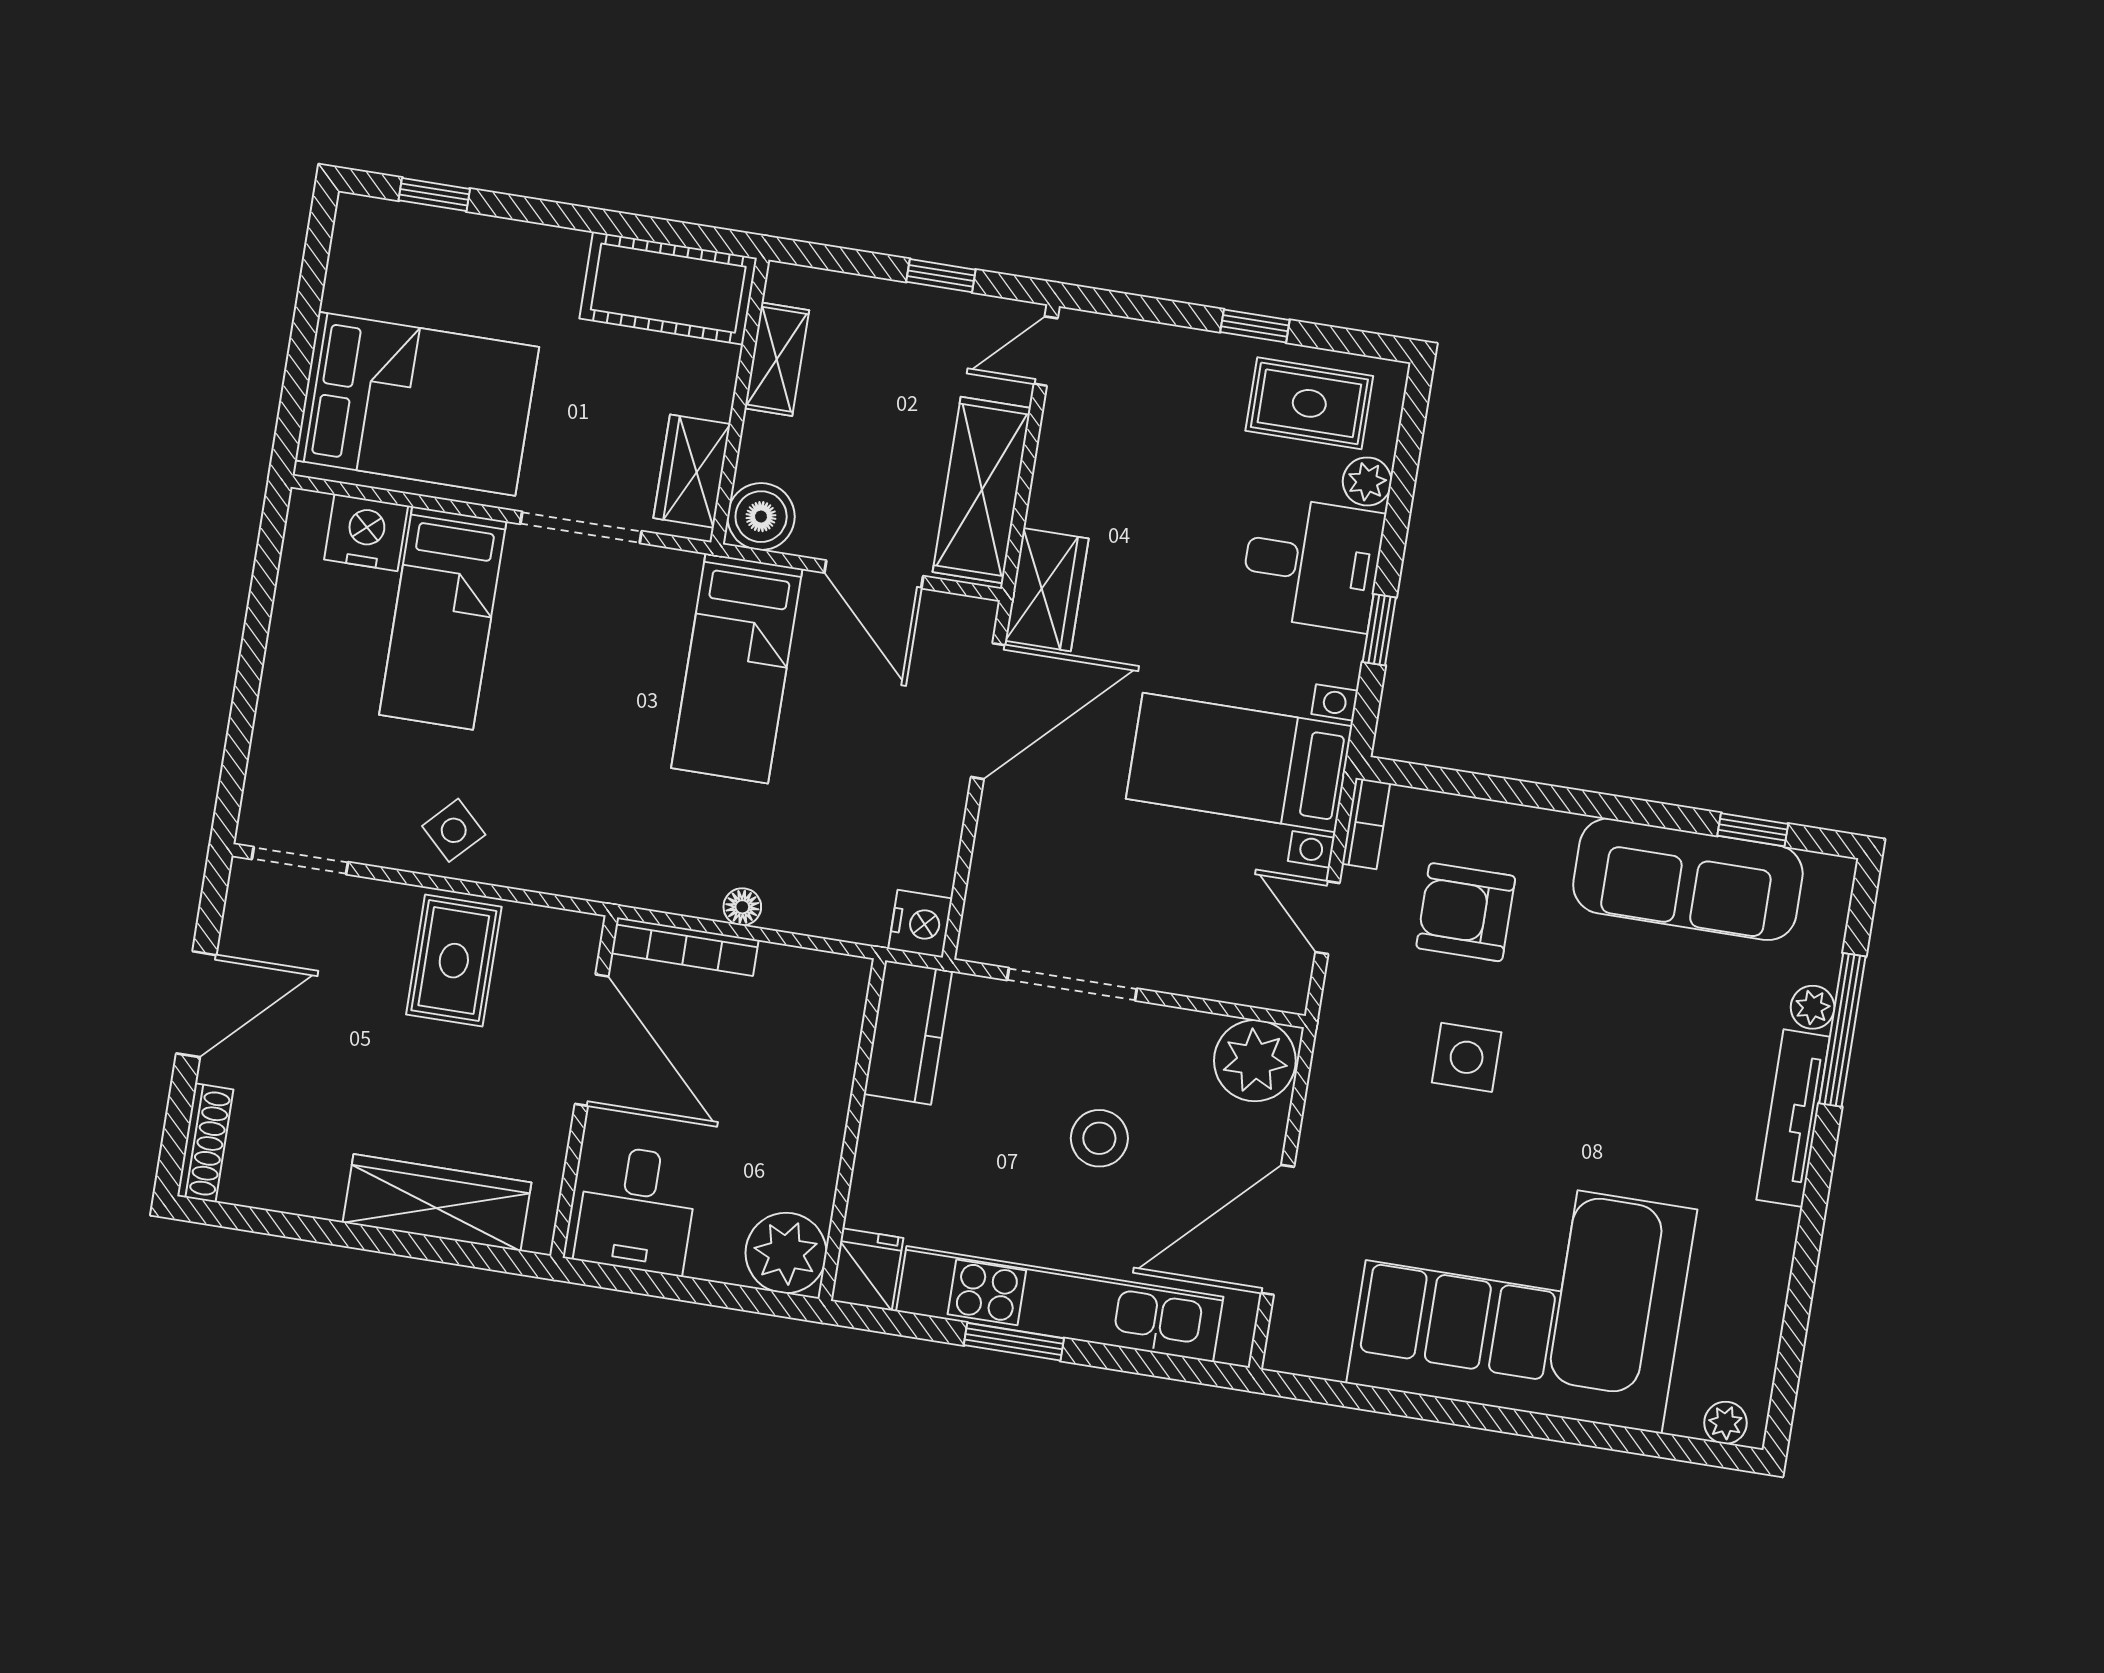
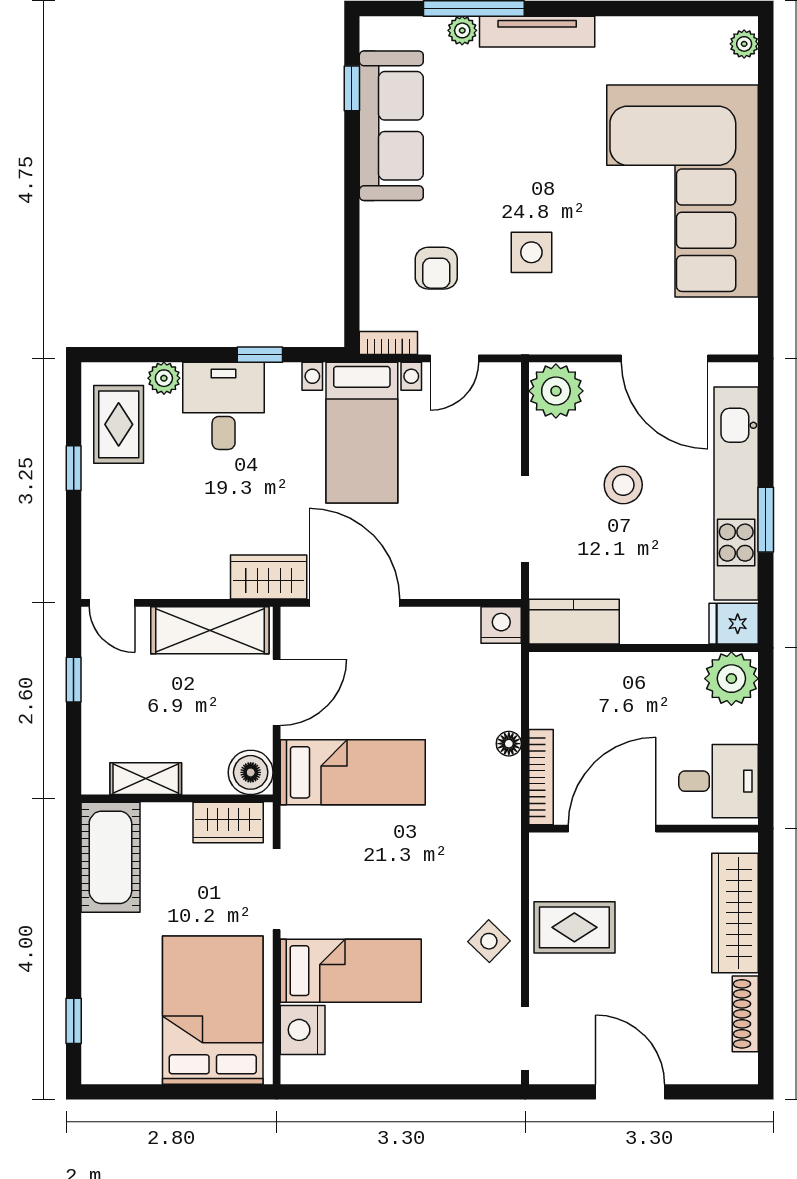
armchair: (1466, 912) -> (436, 268), width x0.72, depth x0.72
shoe rack: (205, 1143) -> (745, 1014), moved, turned -90

